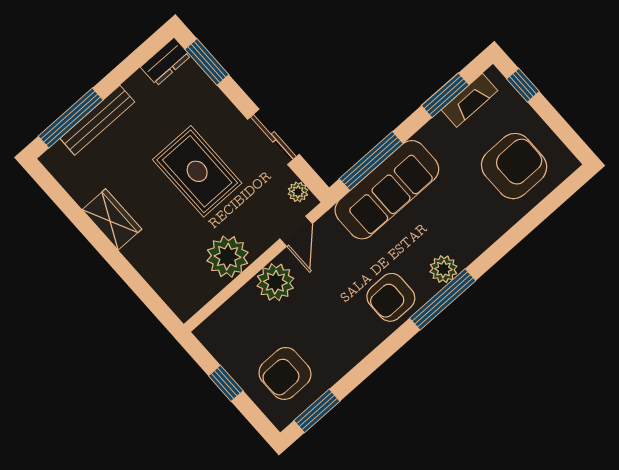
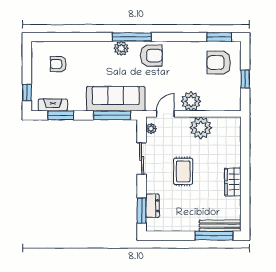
dresser: (166, 62) -> (152, 206), moved, turned 90
bench: (97, 120) -> (220, 226), moved
armchair: (514, 166) -> (58, 64), width x0.53, depth x0.53
rug: (197, 171) -> (183, 171), width x0.73, depth x0.70
armchair: (285, 373) -> (219, 63), turned 180

